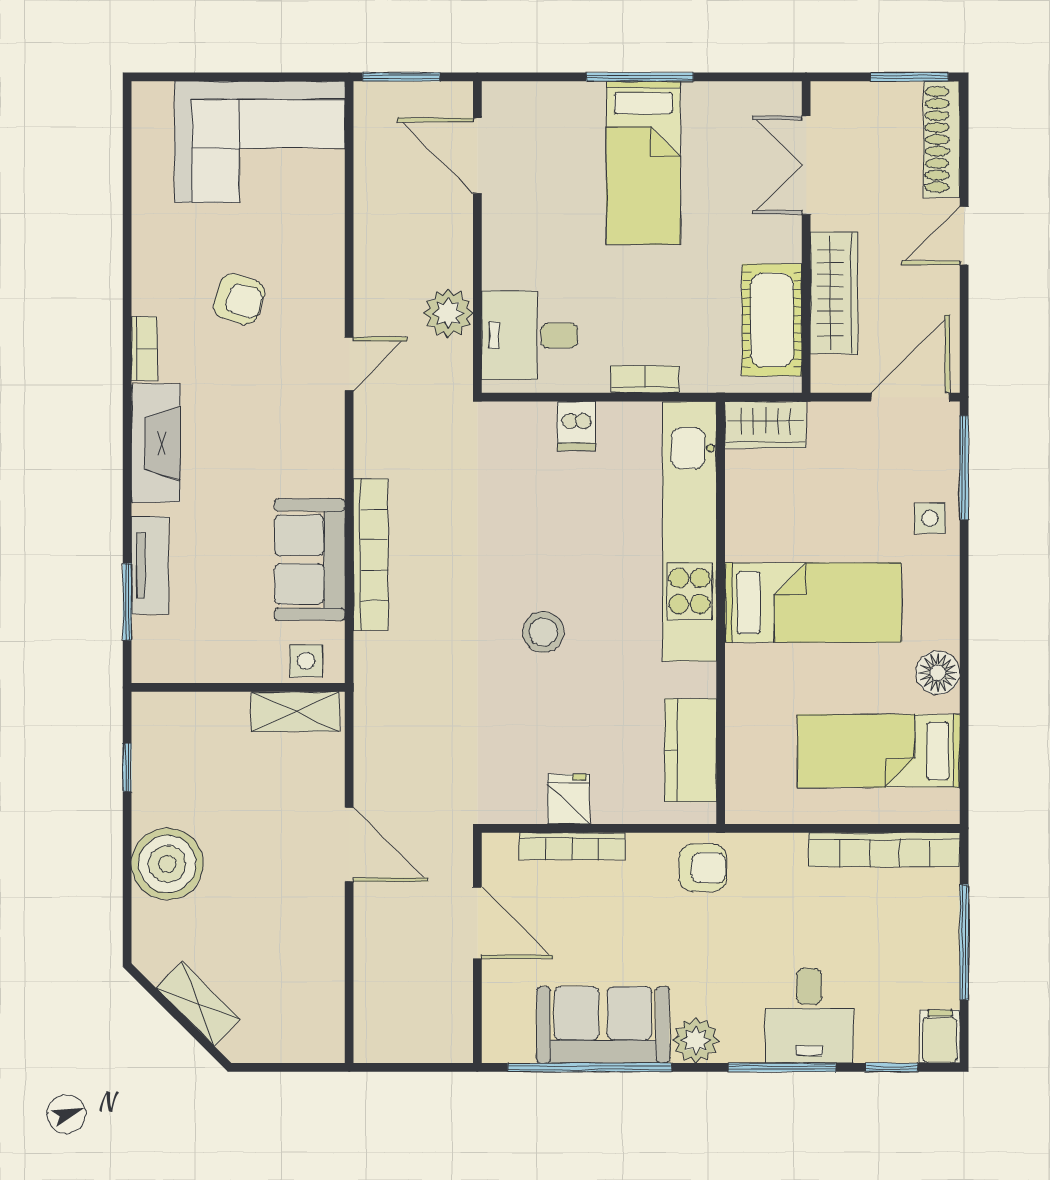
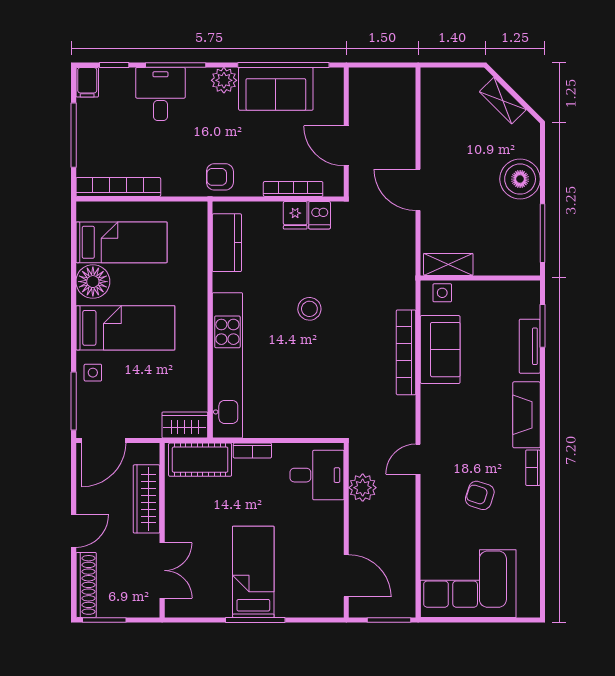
cot: (772, 320) -> (200, 460), moved, turned 90
dishwasher: (576, 426) -> (320, 215), moved, turned 180
bed: (813, 603) -> (125, 328), moved, turned 180
floor lamp: (938, 673) -> (93, 282), width x1.38, depth x1.38
window: (127, 767) -> (542, 233), width x2.17

